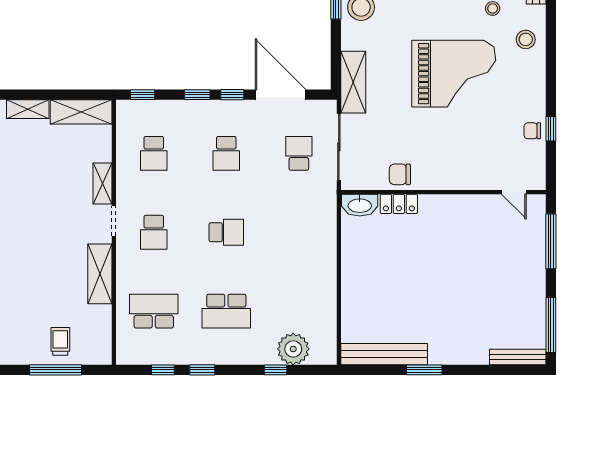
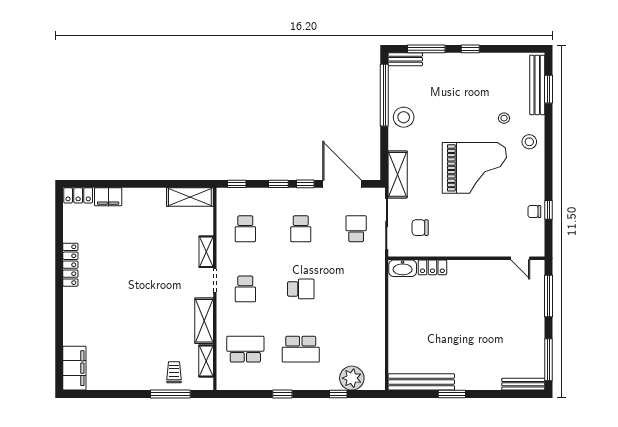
shelving: (28, 109) -> (206, 361), moved, turned 90
chair: (400, 174) -> (420, 228), moved
window: (163, 370) -> (252, 394), removed

